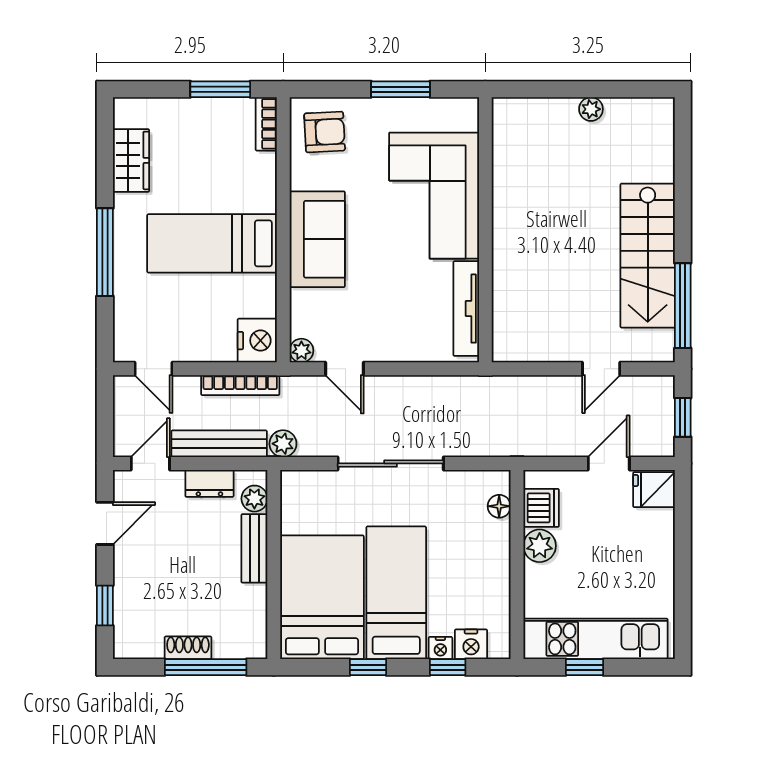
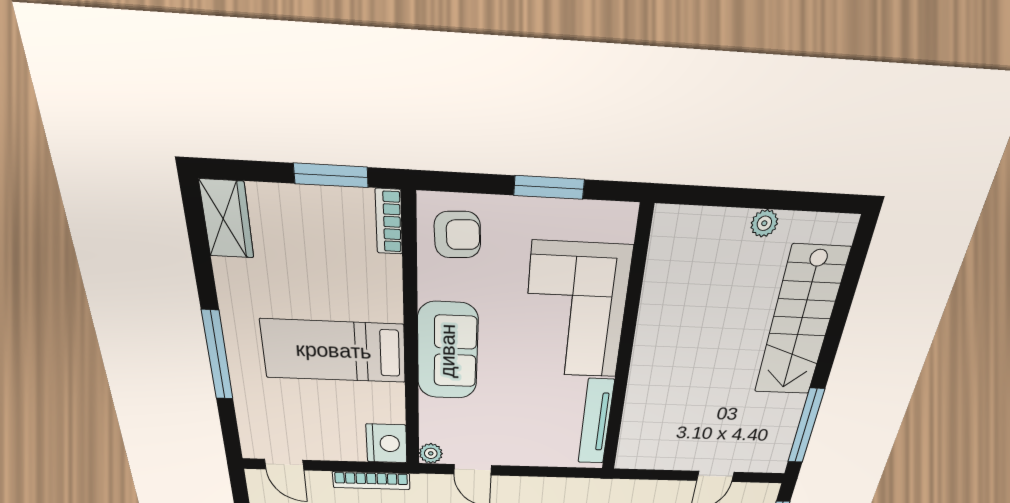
wardrobe: (131, 160) -> (227, 219), moved
stairs: (648, 256) -> (801, 322), moved

